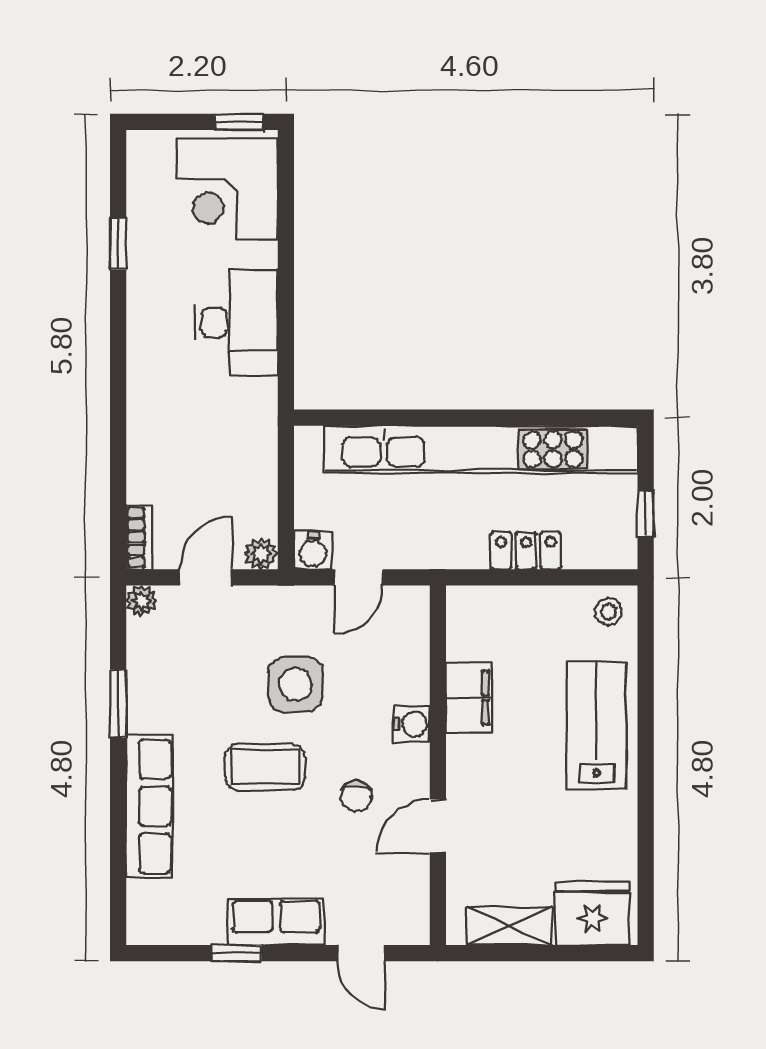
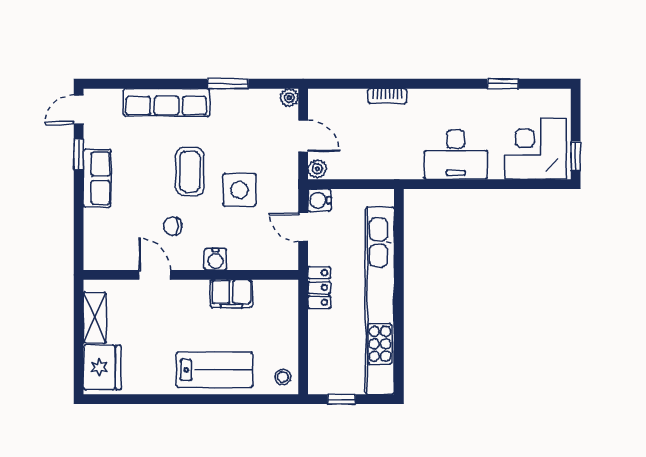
bookcase: (139, 537) -> (387, 96), moved
locker: (526, 551) -> (319, 287), moved
door: (361, 953) -> (79, 109), moved

